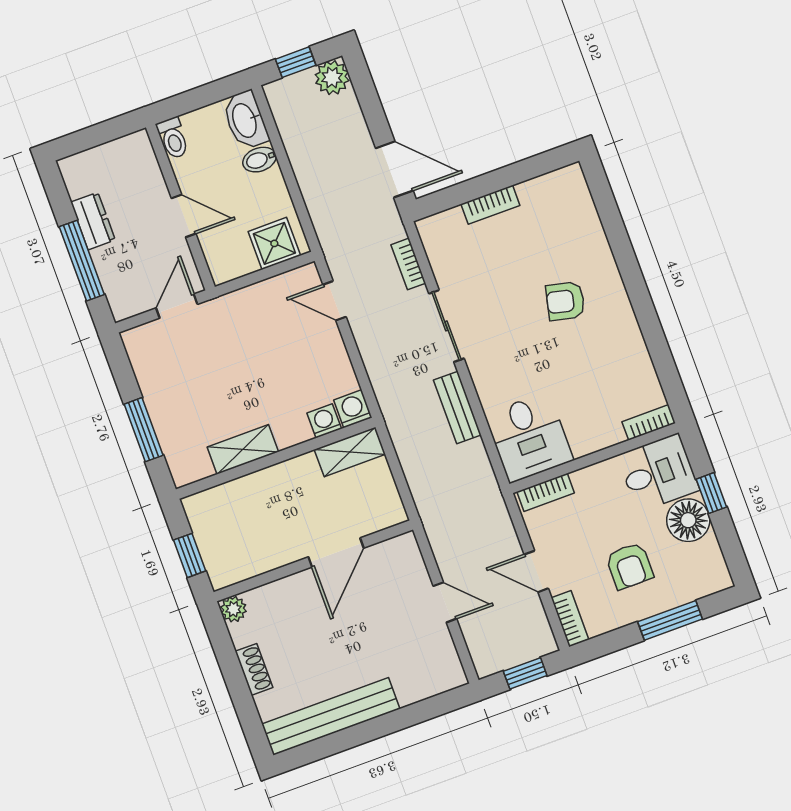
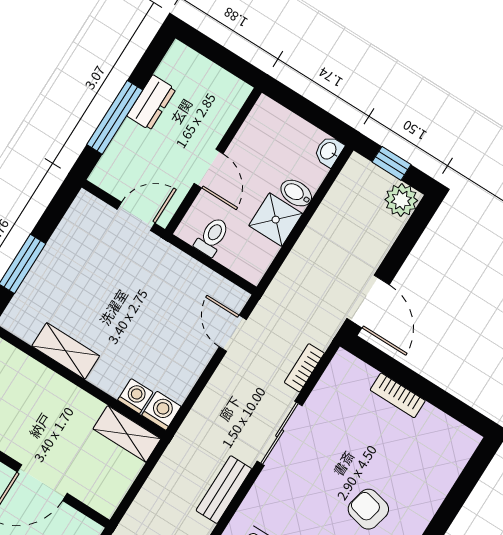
washbasin: (245, 120) -> (329, 151), width x0.52, depth x0.69
toilet: (173, 138) -> (212, 237), moved, turned 180
shower: (274, 243) -> (276, 220), moved

